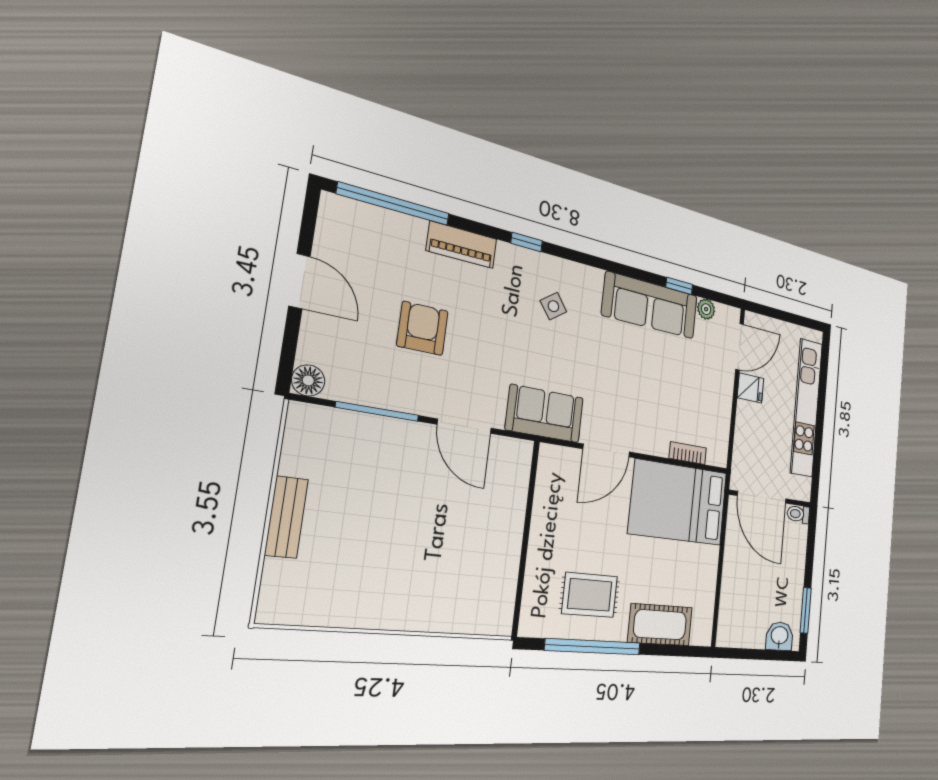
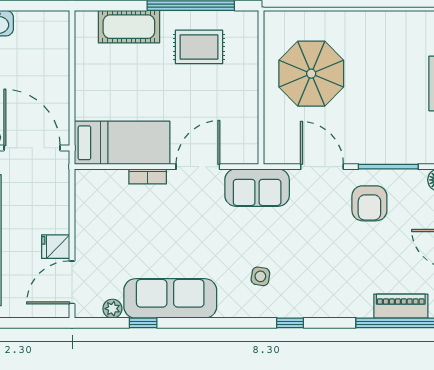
piano: (462, 245) -> (401, 306), moved
side table: (553, 306) -> (260, 276), turned 45
armchair: (422, 328) -> (369, 203), moved
bookcase: (688, 453) -> (148, 176), moved
bed: (678, 503) -> (122, 143), width x0.67
parasol: (463, 549) -> (311, 74), added

